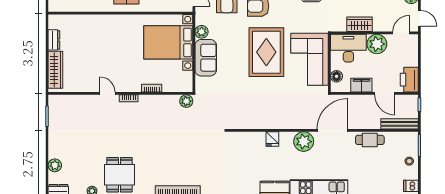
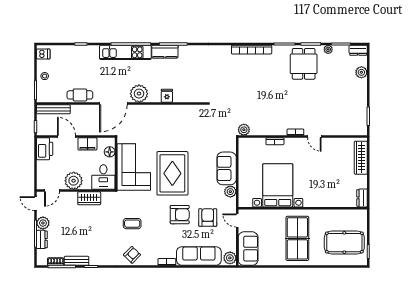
dresser: (54, 40) -> (362, 198), moved
bed with nightstands: (168, 42) -> (278, 185), moved, turned -90
desk: (348, 48) -> (103, 177), width x0.73

